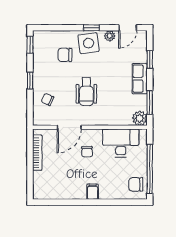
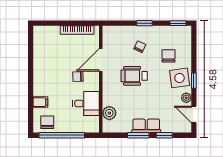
chair: (48, 99) -> (140, 47), moved
window: (150, 102) -> (138, 135), moved
plant: (140, 118) -> (109, 113), moved
door: (69, 127) -> (101, 60), hinge flipped
desk: (121, 143) -> (86, 104), width x0.73
filing cabinet: (93, 192) -> (40, 102), moved

